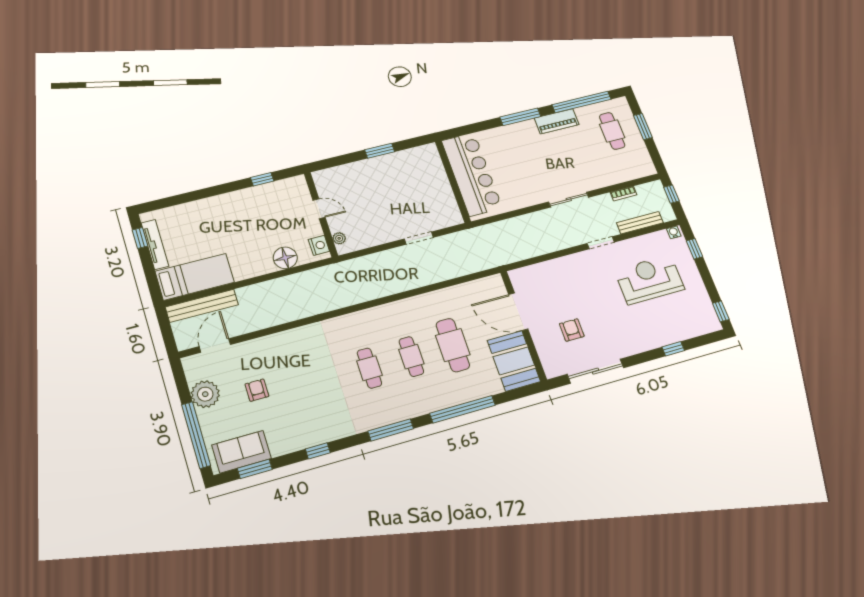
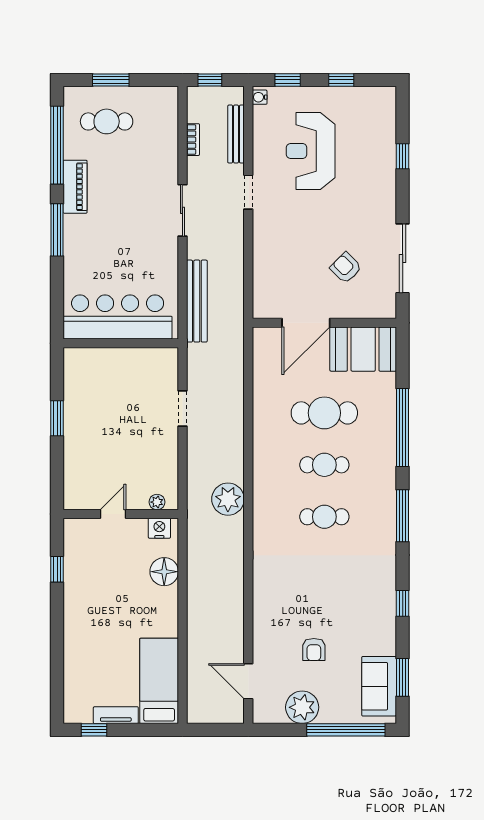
tv unit: (155, 244) -> (116, 715), width x0.71
plant: (359, 290) -> (228, 499), added
bench: (202, 306) -> (197, 301), moved
window: (721, 311) -> (341, 80), moved
armchair: (572, 330) -> (346, 268), turned 45
armchair: (257, 390) -> (314, 650), turned -90

